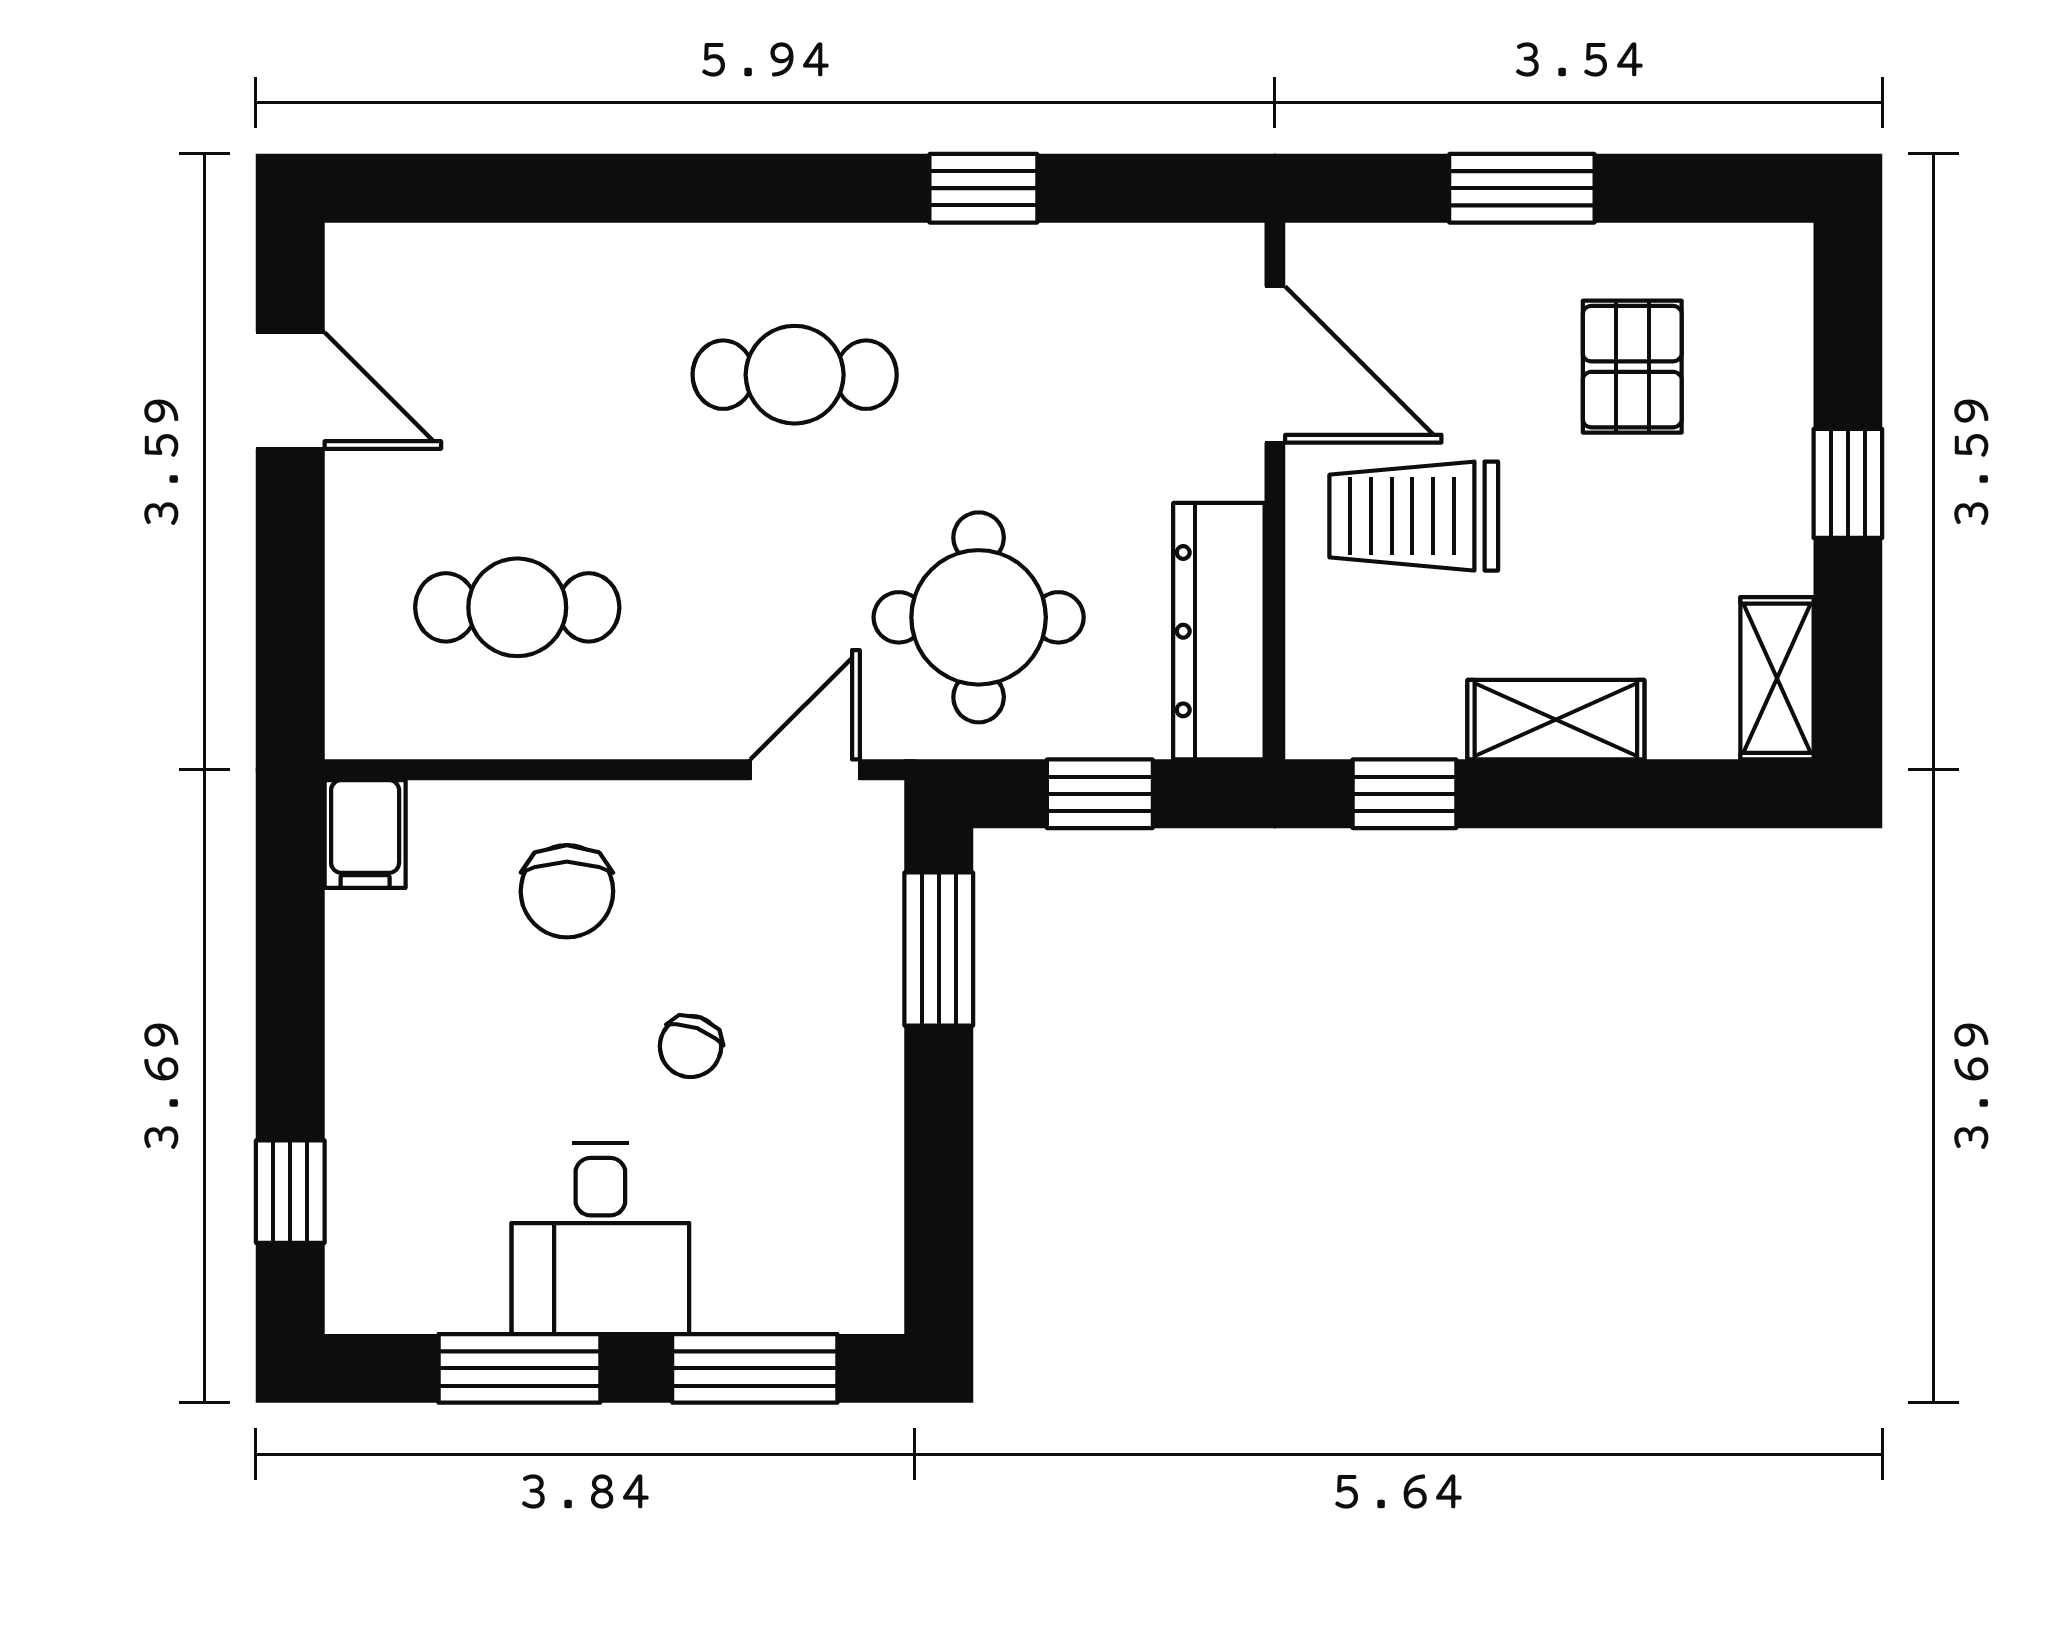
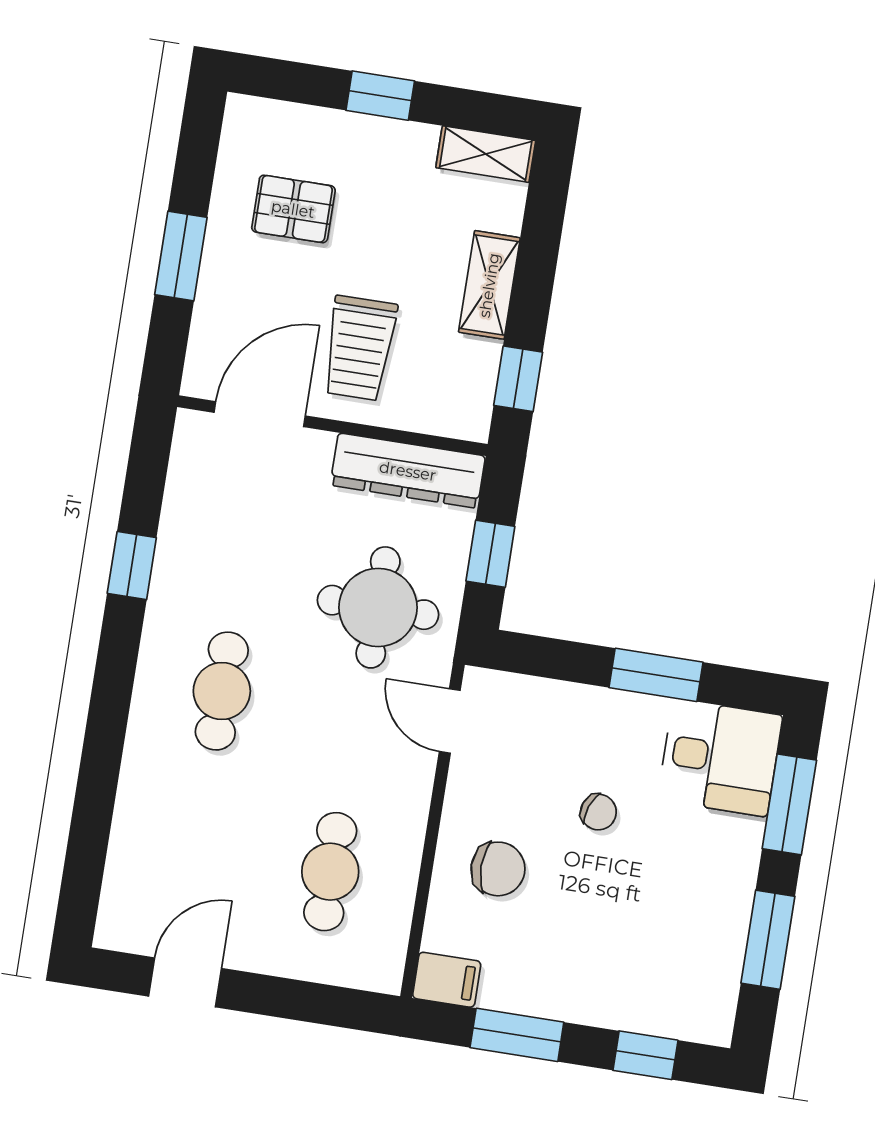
window: (939, 949) -> (656, 675), moved
window: (290, 968) -> (517, 1035), added
desk: (600, 1238) -> (720, 758), moved

